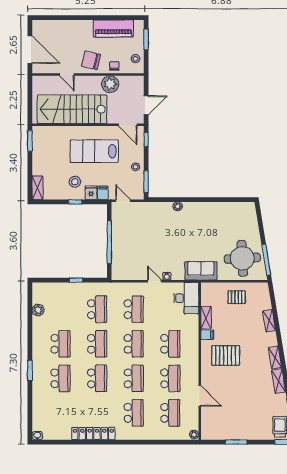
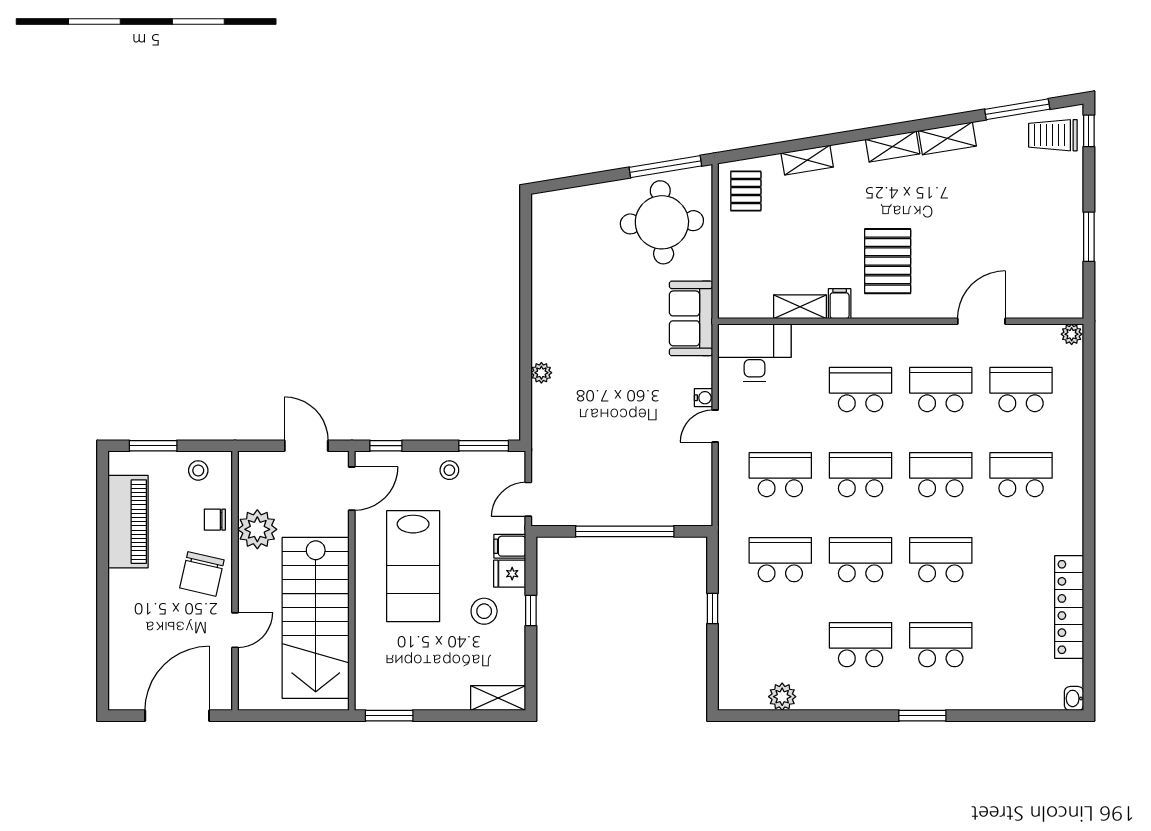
pallet: (237, 297) -> (746, 191), moved
locker: (93, 434) -> (1069, 607), moved

